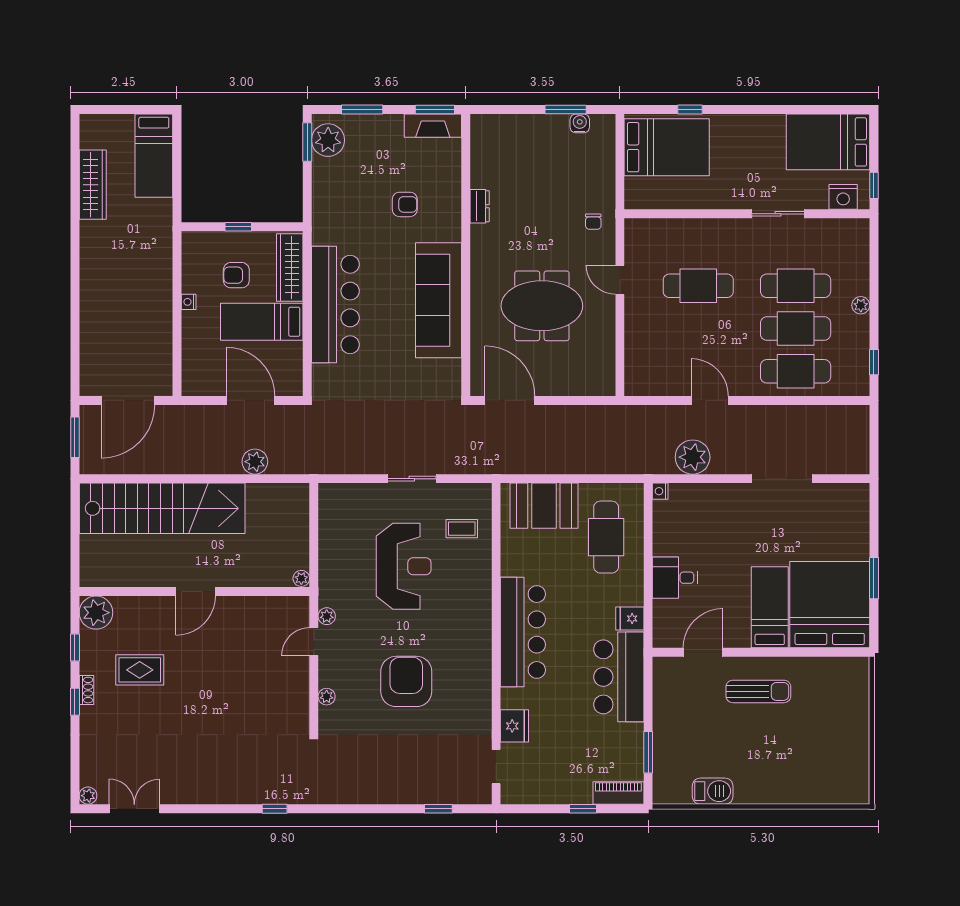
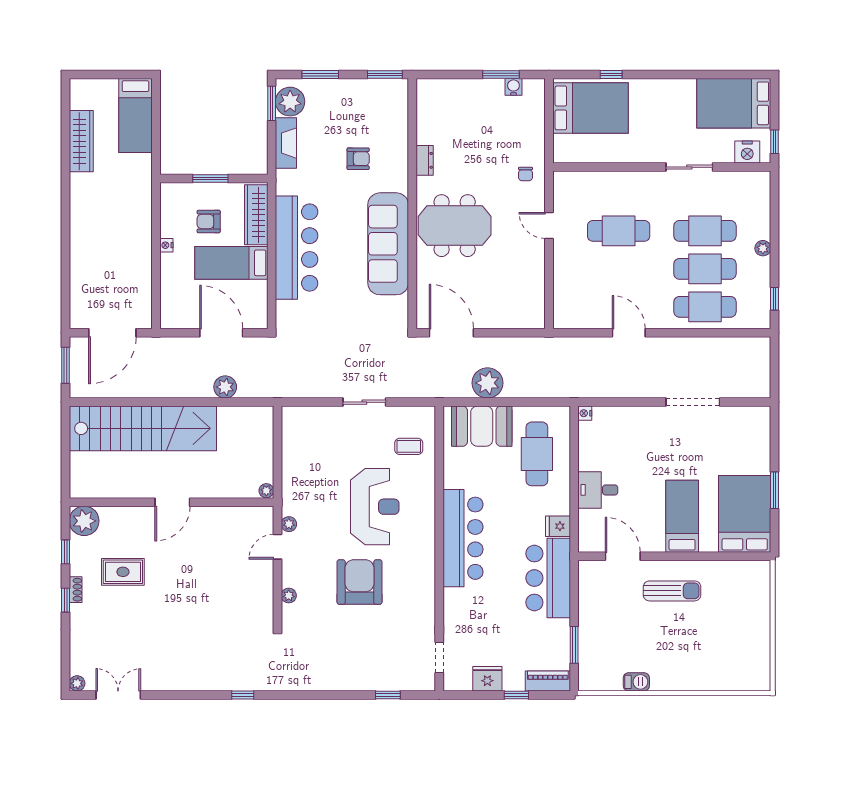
fireplace: (433, 126) -> (286, 143), moved, turned -90
window: (238, 227) -> (210, 179), width x1.50
meeting table: (542, 306) -> (455, 226), moved
plant: (693, 457) -> (487, 383), moved
reception desk: (404, 566) -> (375, 507), moved
bed: (830, 605) -> (745, 514), width x0.73
door: (703, 652) -> (623, 556), hinge flipped
fridge: (514, 726) -> (487, 679), moved, turned -90
barbecue: (713, 791) -> (636, 682), width x0.73, depth x0.79

